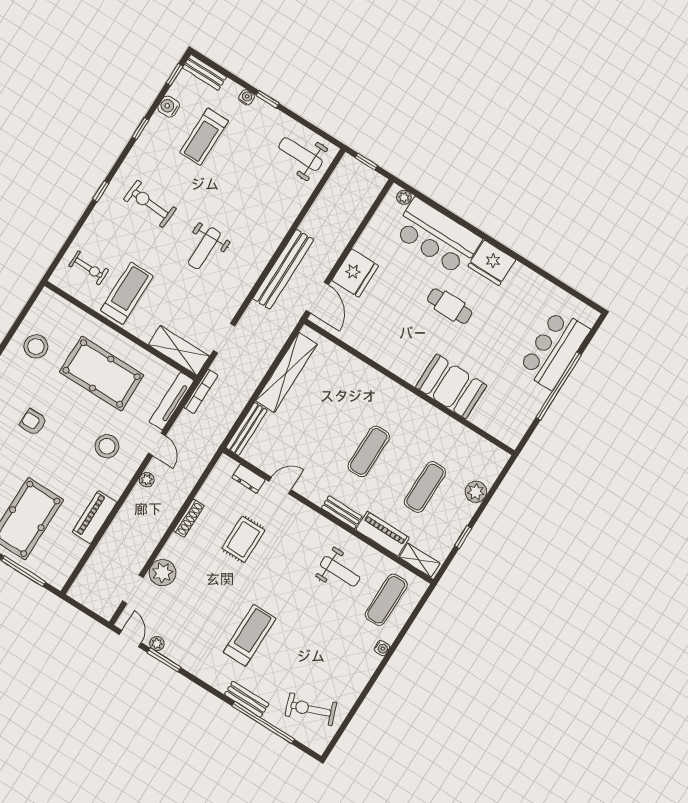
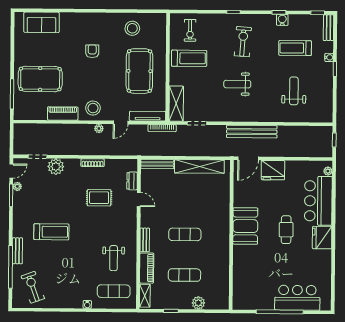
water cooler: (169, 107) -> (282, 20), moved
weight bench: (301, 154) -> (294, 91), moved
booth: (451, 386) -> (245, 226), moved
stool: (107, 446) -> (93, 108), moved

